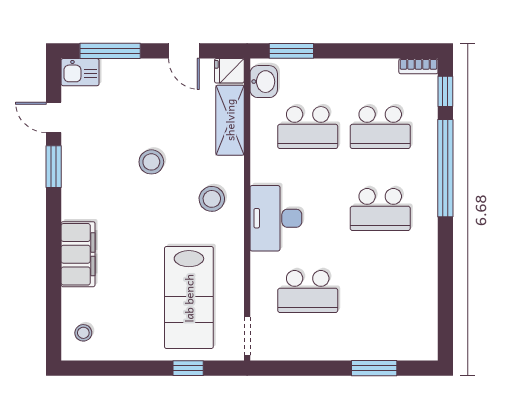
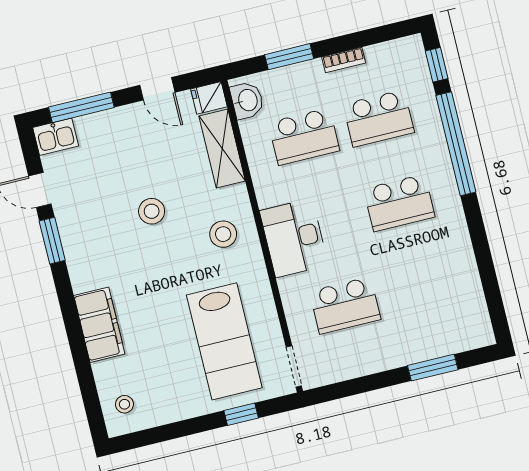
window: (291, 51) -> (289, 57), moved
bookcase: (418, 66) -> (344, 60), moved

